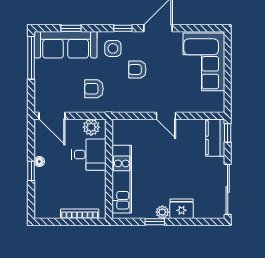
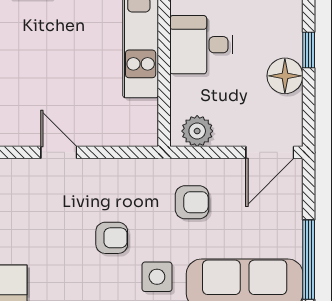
door: (52, 116) -> (270, 152), swing flipped
desk: (89, 155) -> (201, 45), moved
floor lamp: (39, 162) -> (285, 76), width x1.89, depth x1.89

